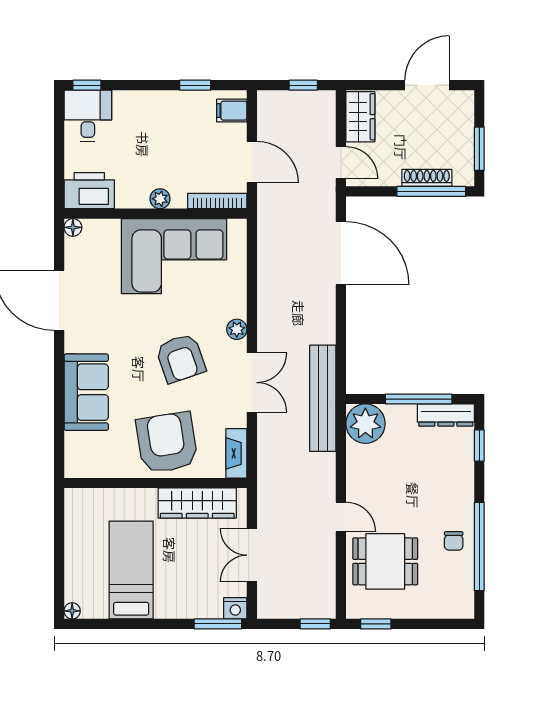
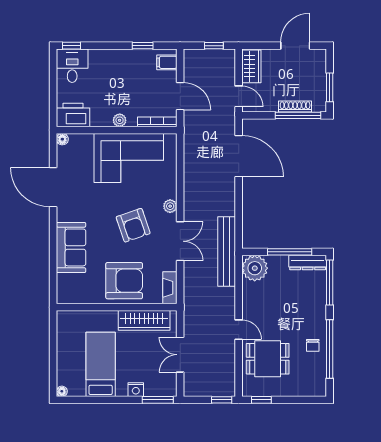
armchair: (167, 443) -> (124, 281), turned 99
window: (479, 445) -> (330, 283), width x2.17
nightstand: (235, 608) -> (136, 390), moved

